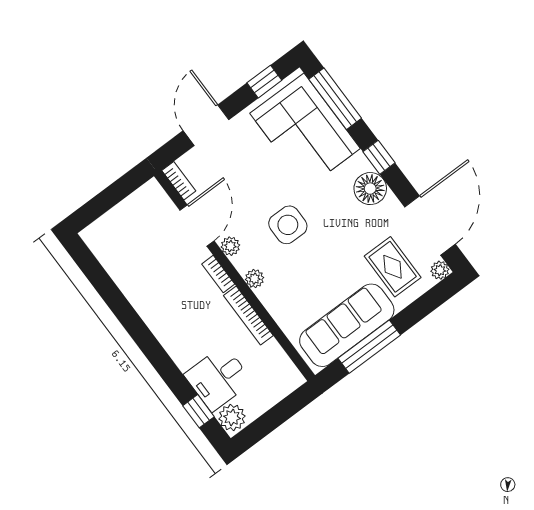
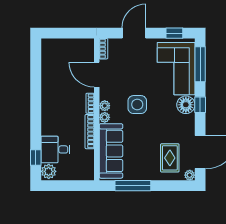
floor lamp: (370, 189) -> (186, 105), moved
door: (197, 225) -> (97, 75), swing flipped
plant: (230, 246) -> (105, 106), moved
sofa: (347, 325) -> (111, 151), moved, turned 90

